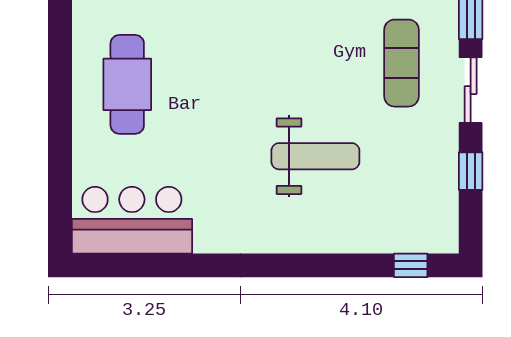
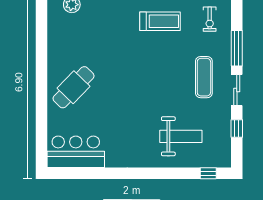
cafe table: (127, 84) -> (74, 87), turned 44
weight bench: (315, 156) -> (181, 136), moved

